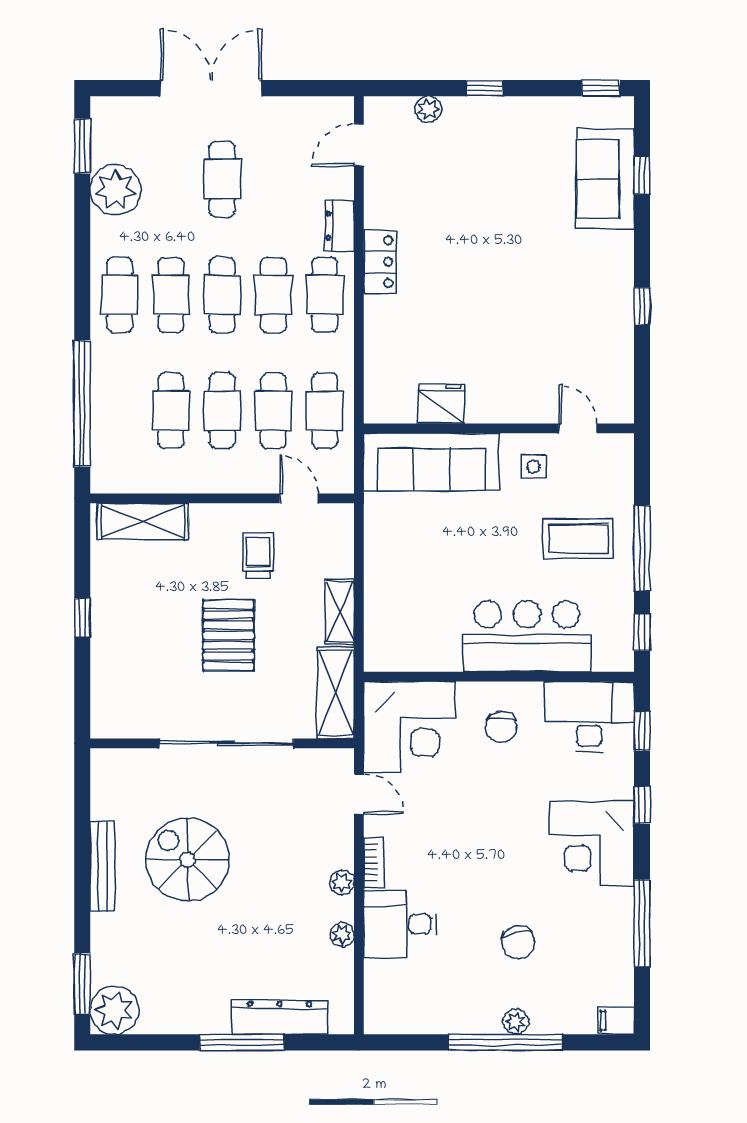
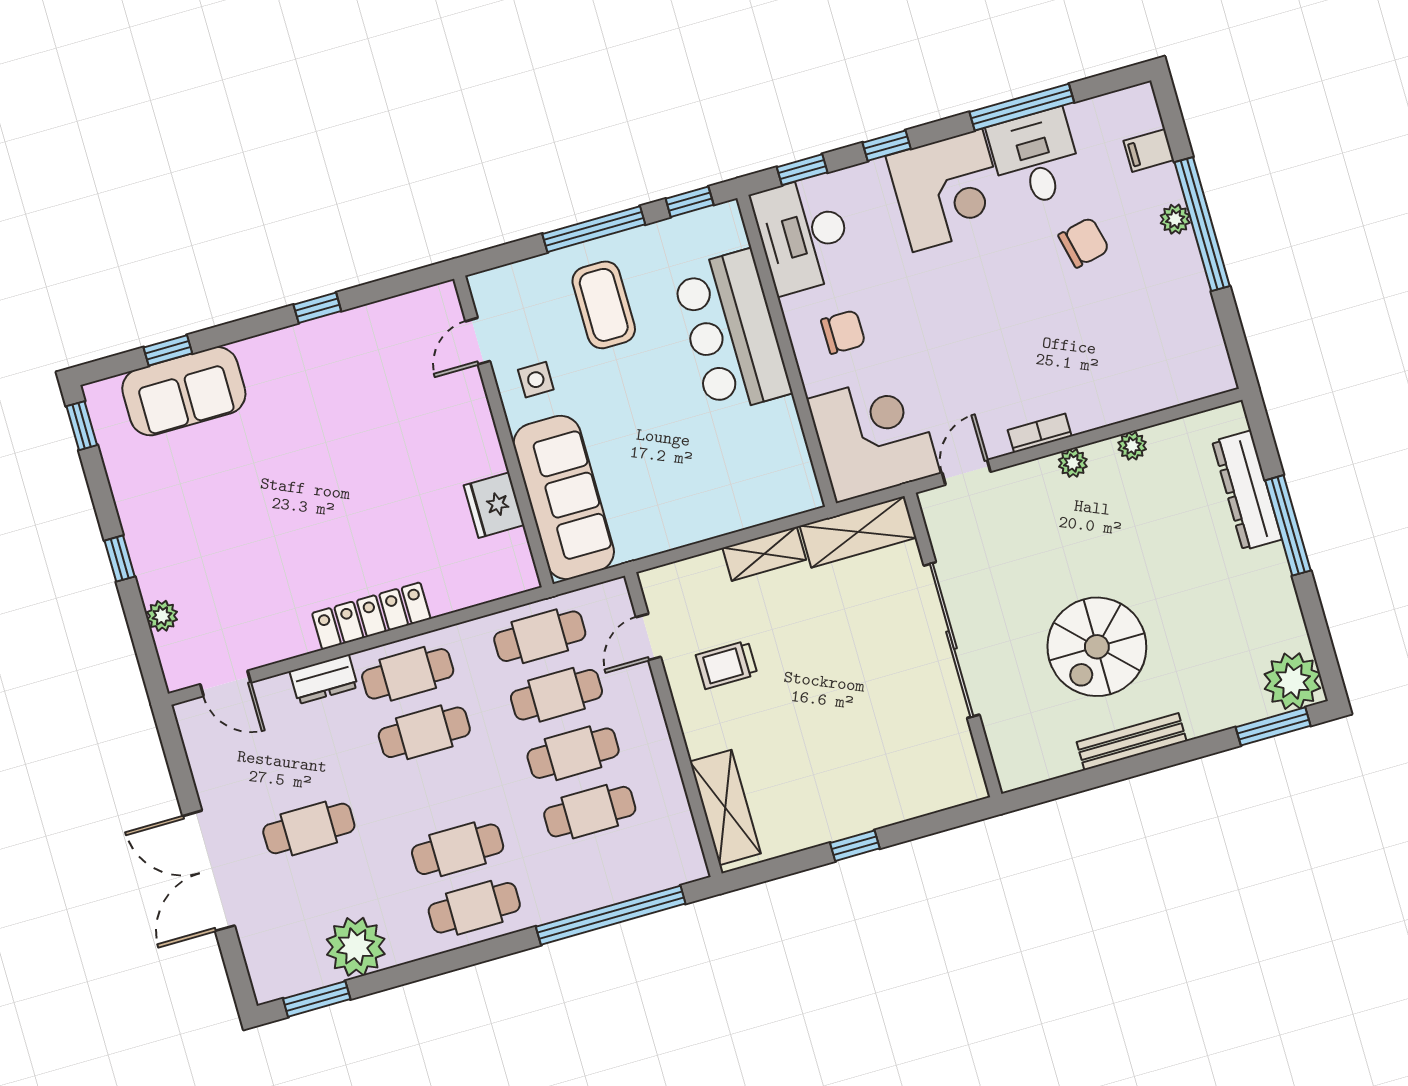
locker: (380, 262) -> (371, 616), width x1.53
cafe table: (222, 295) -> (441, 791), removed
pallet: (228, 635) -> (828, 673), removed
desk: (400, 924) -> (1035, 158), moved, turned 180
filing cabinet: (616, 1021) -> (1149, 150), moved, turned 90

